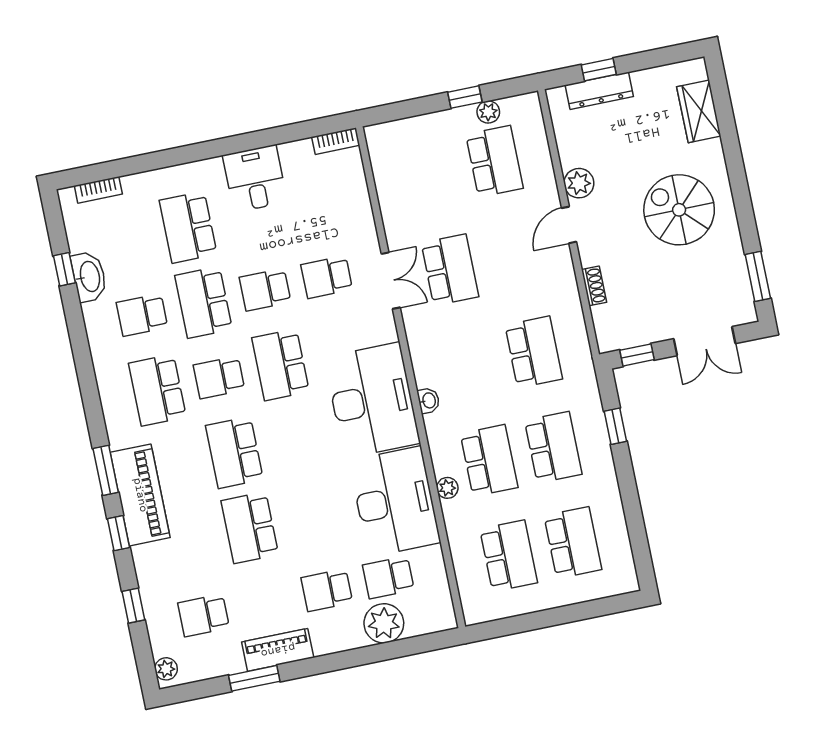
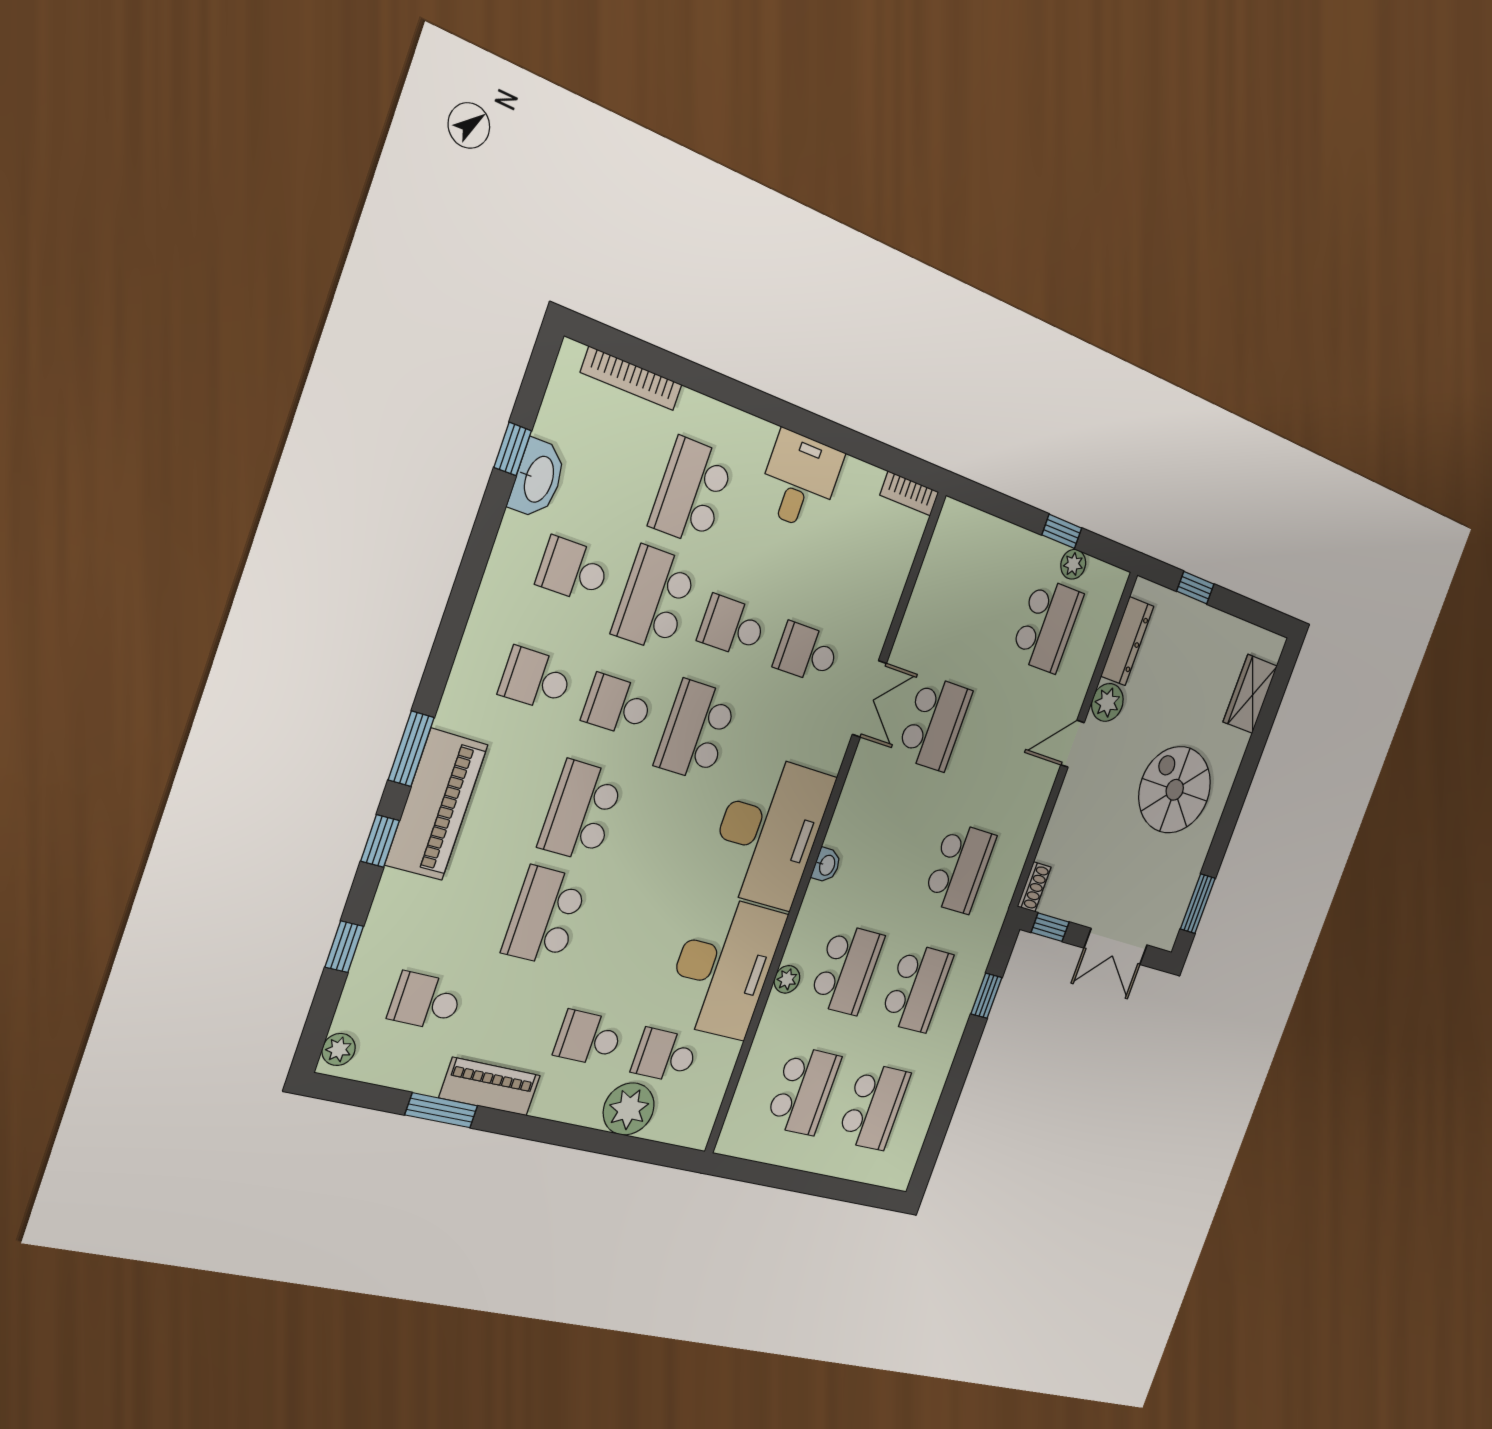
dresser: (599, 91) -> (1127, 641), moved, turned -90
bookcase: (98, 190) -> (632, 378), width x1.56
shoe rack: (594, 286) -> (1034, 887), moved
school desk: (157, 390) -> (536, 679), width x0.54

